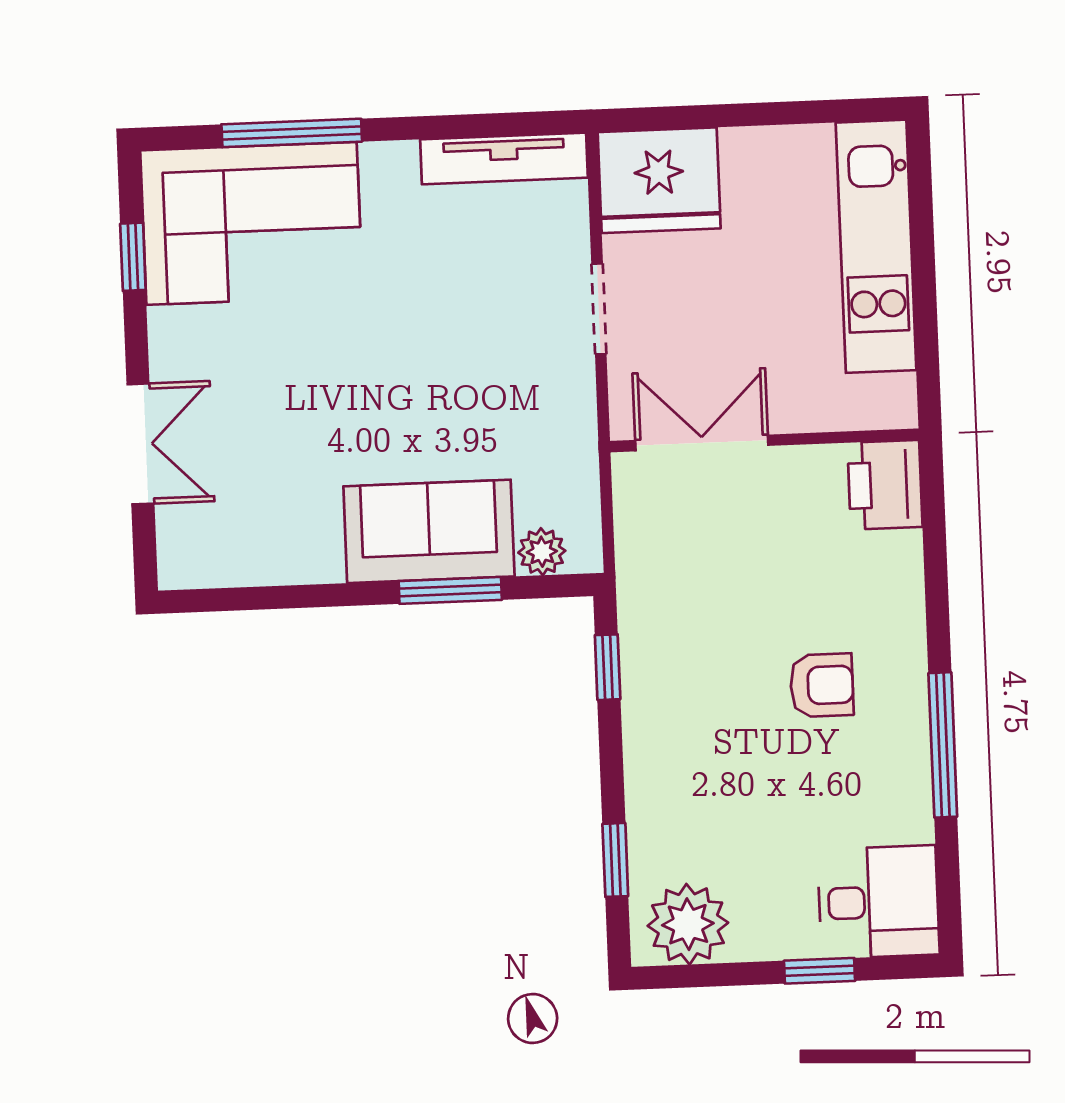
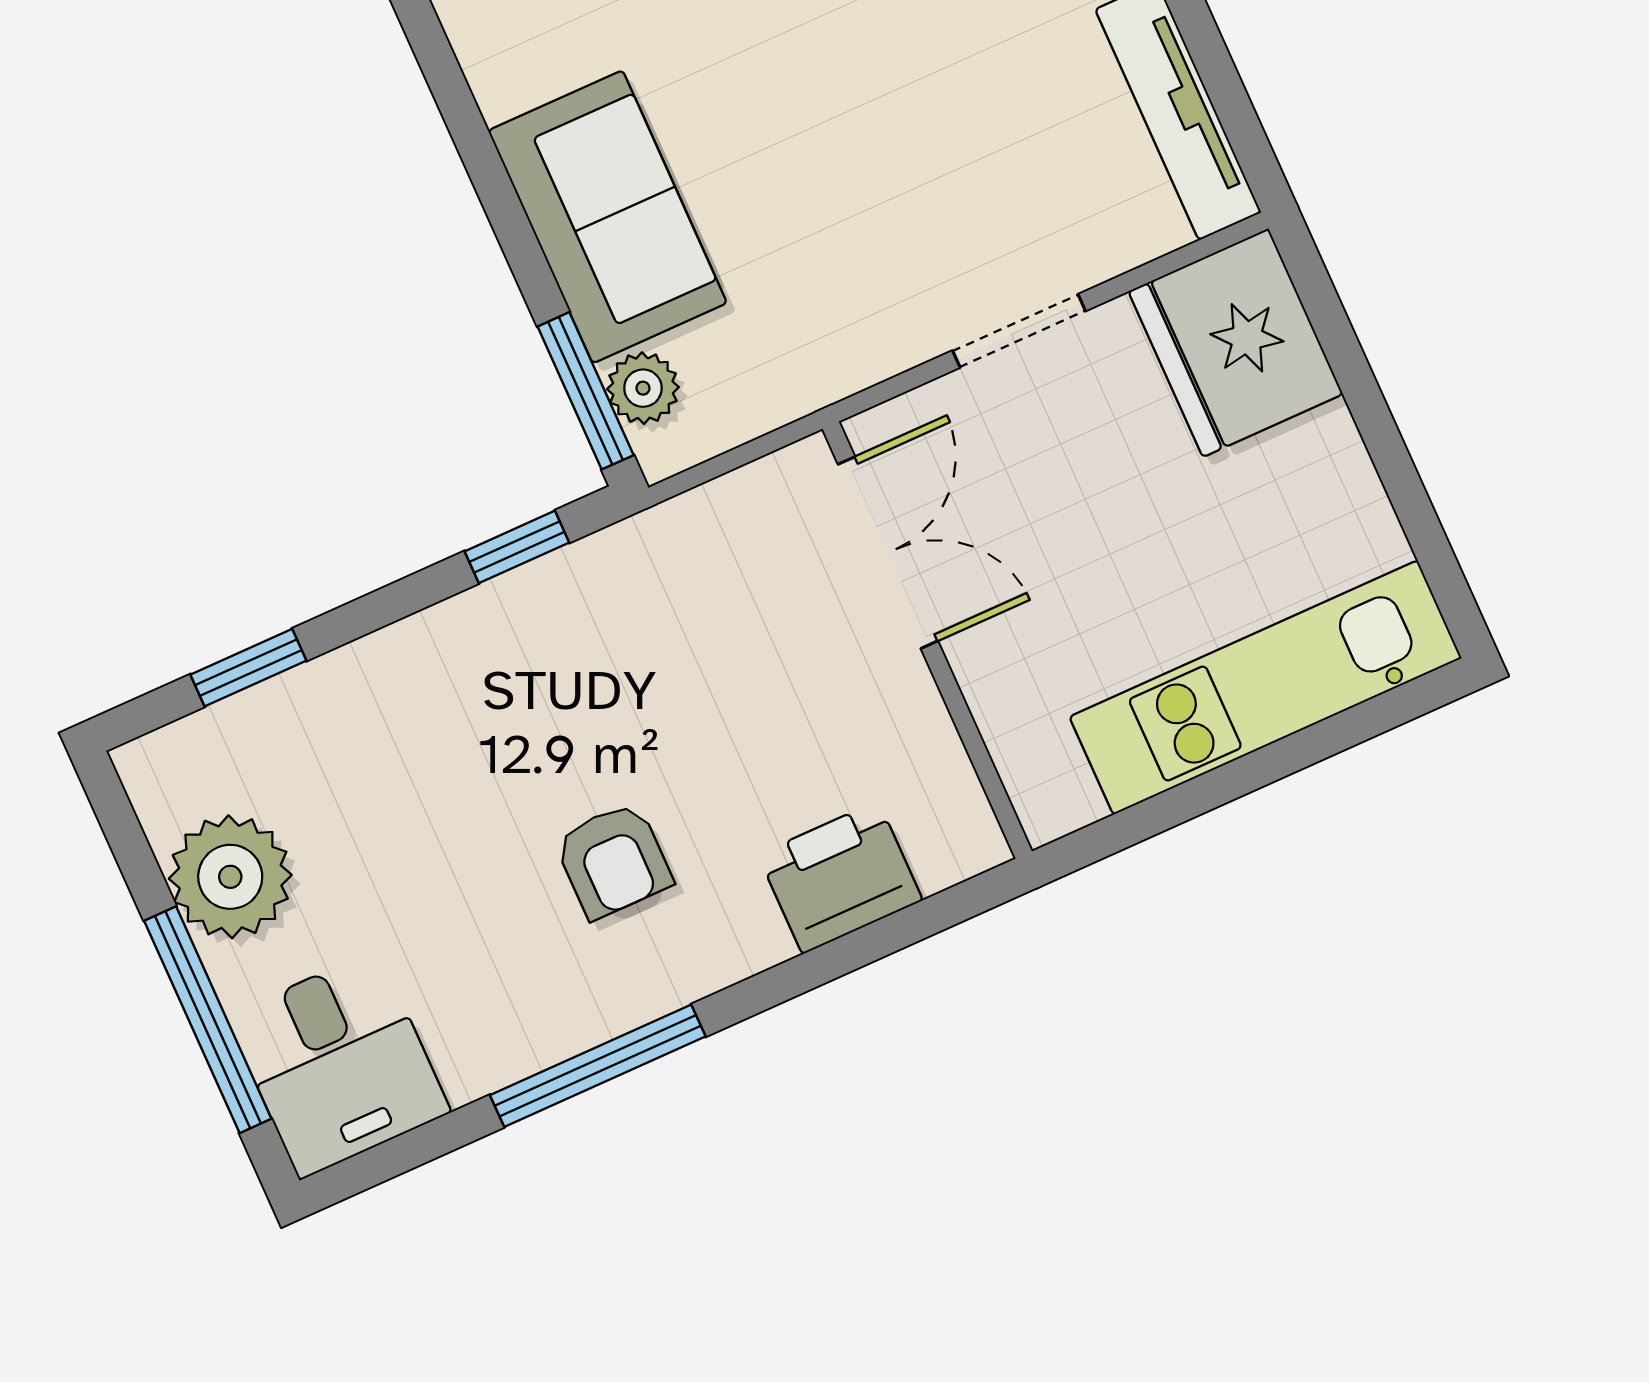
printer: (885, 485) -> (840, 877), moved
window: (450, 590) -> (586, 391), moved
plant: (688, 924) -> (230, 877), moved
window: (820, 971) -> (208, 1020), width x2.17

